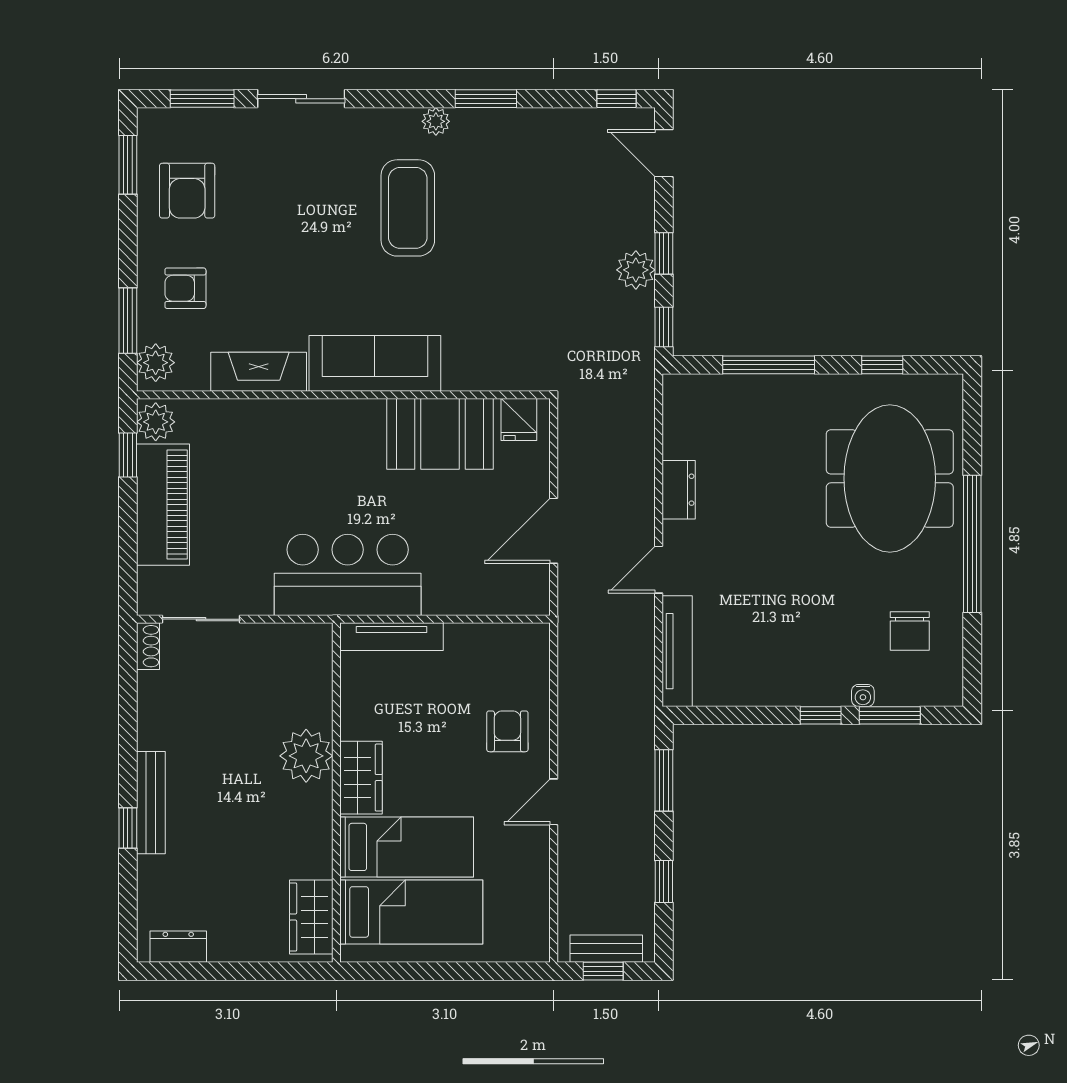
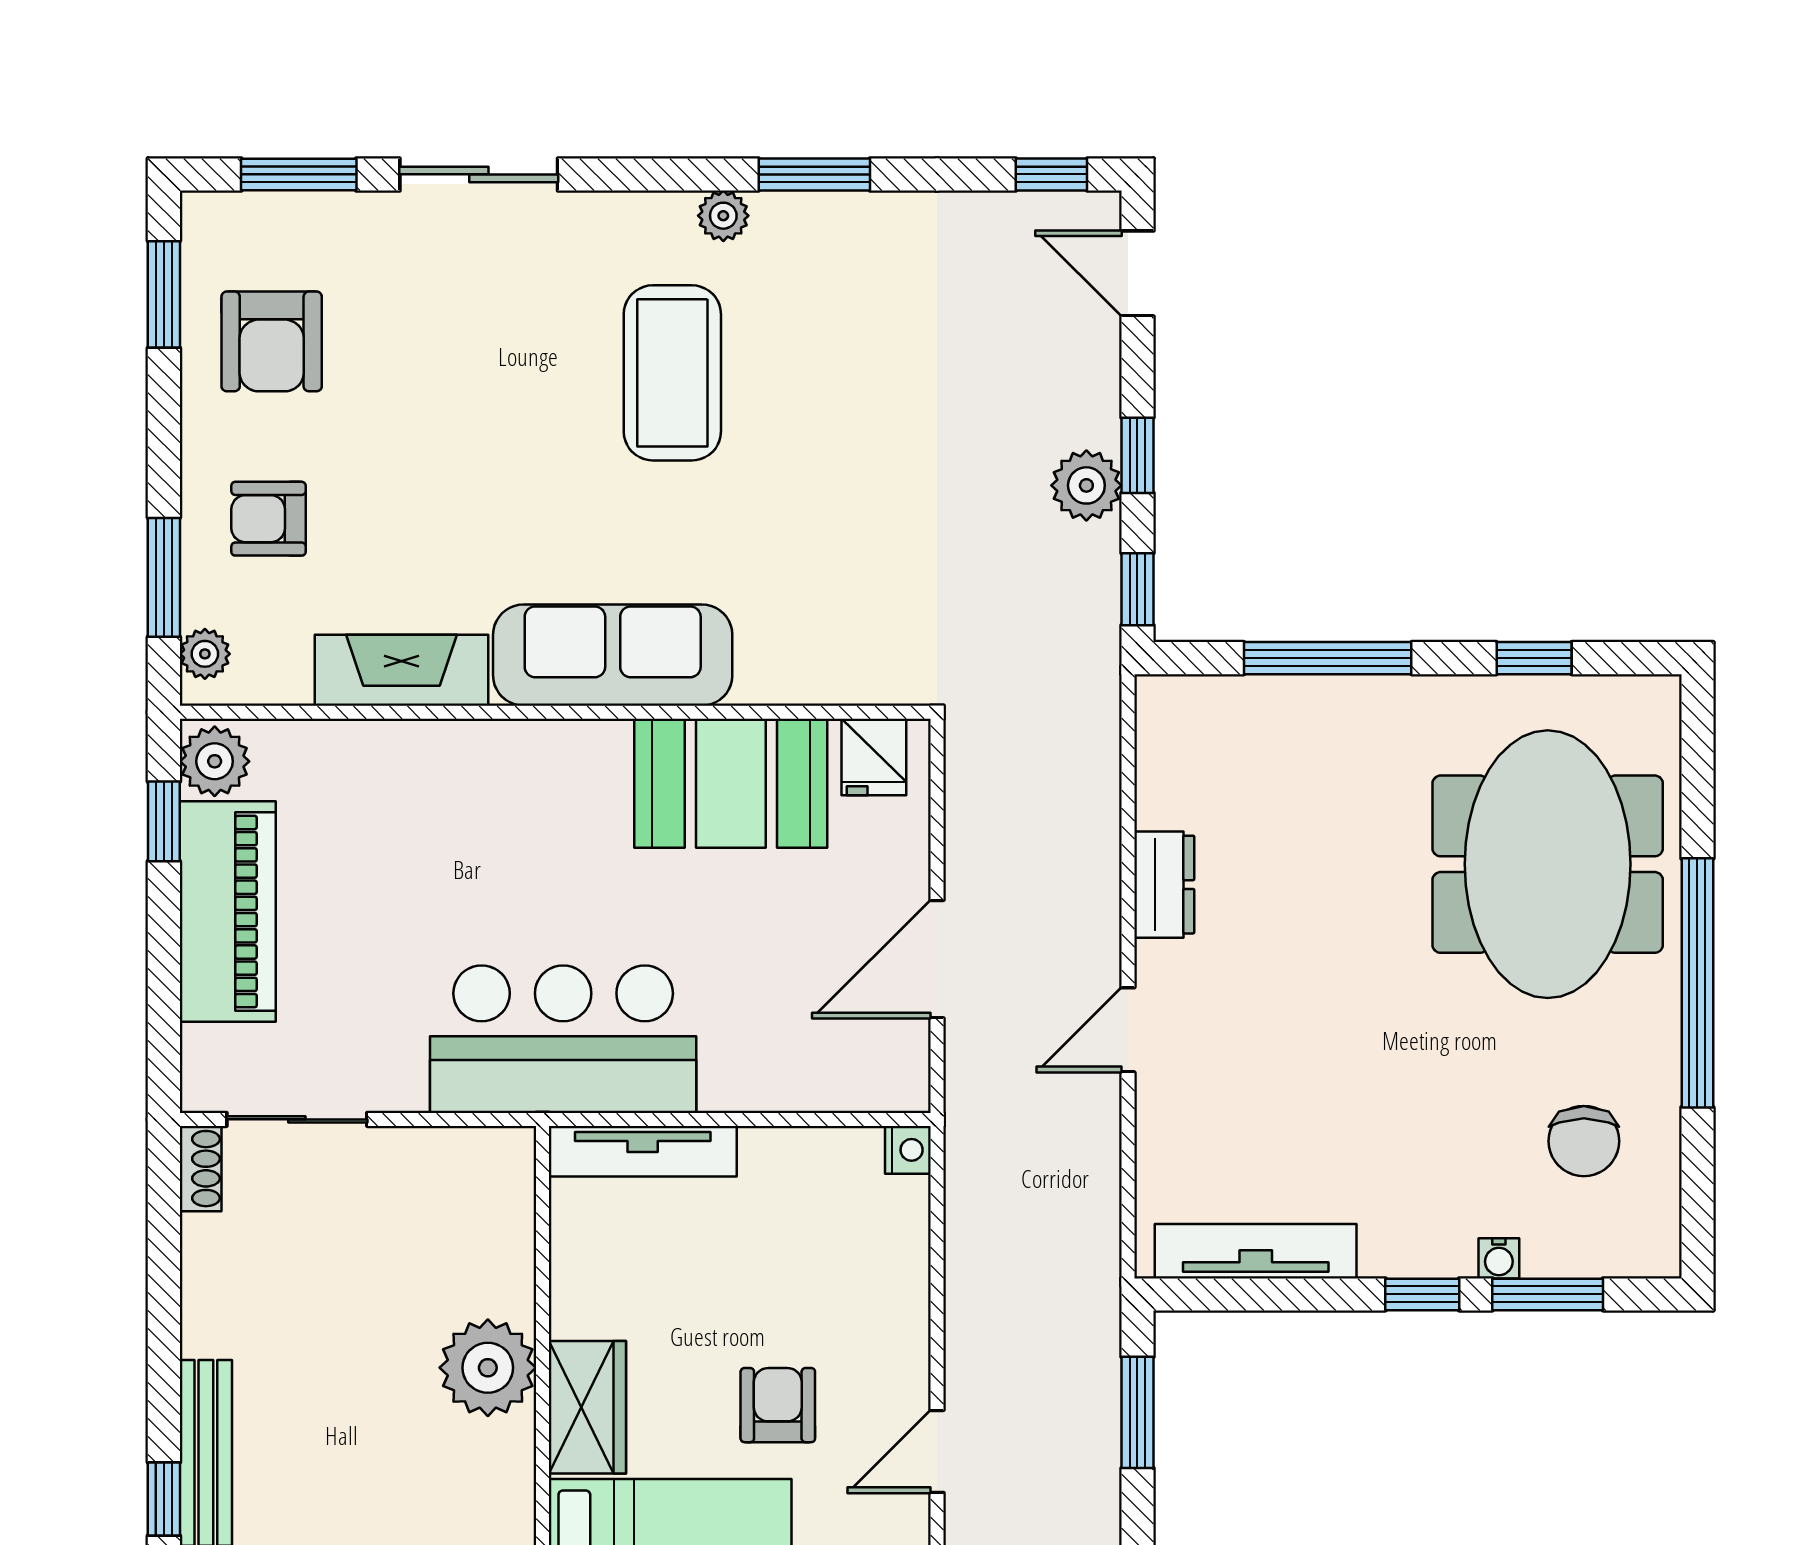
plant: (156, 363) -> (205, 654), width x0.73, depth x0.73
nightstand: (537, 636) -> (908, 1150), added
tv unit: (677, 651) -> (1256, 1251), moved, turned -90
armchair: (507, 731) -> (778, 1405), moved

